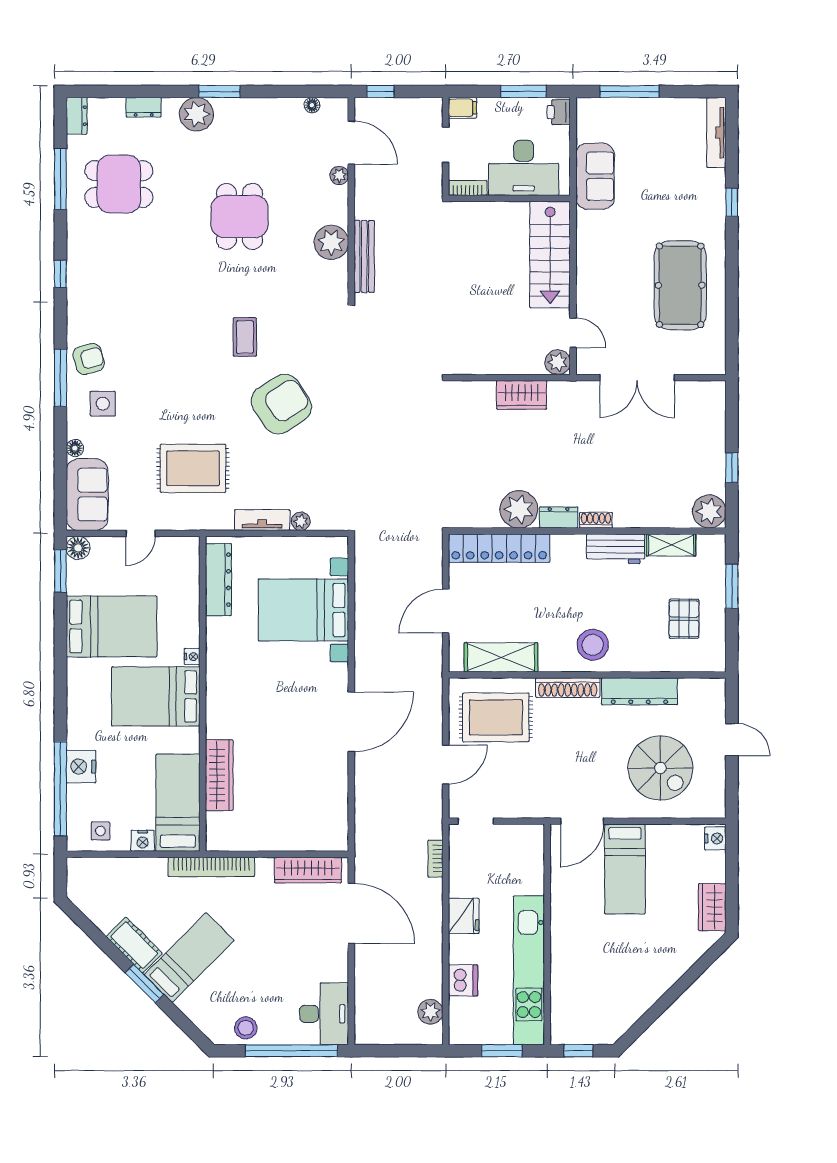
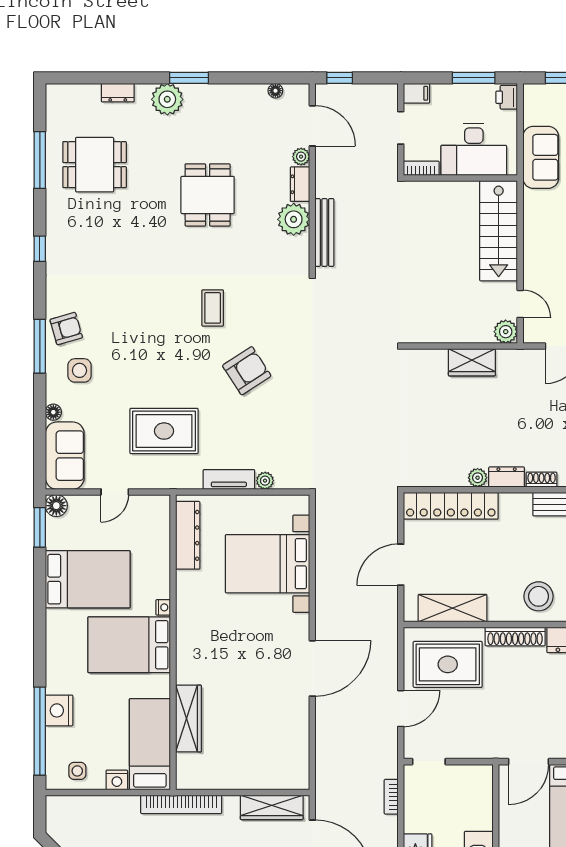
dresser: (77, 116) -> (300, 184), moved, turned 180
armchair: (281, 404) -> (247, 371), width x0.73, depth x0.73
plant: (519, 509) -> (478, 478), width x0.53, depth x0.53

